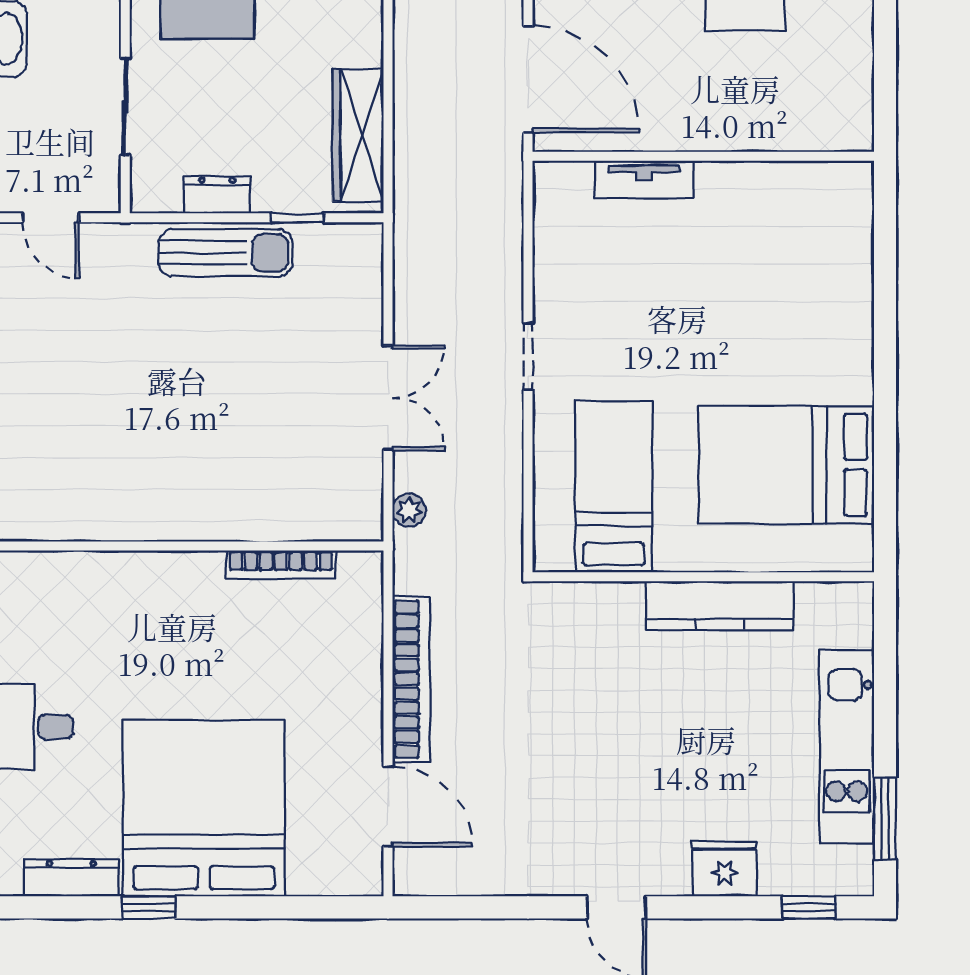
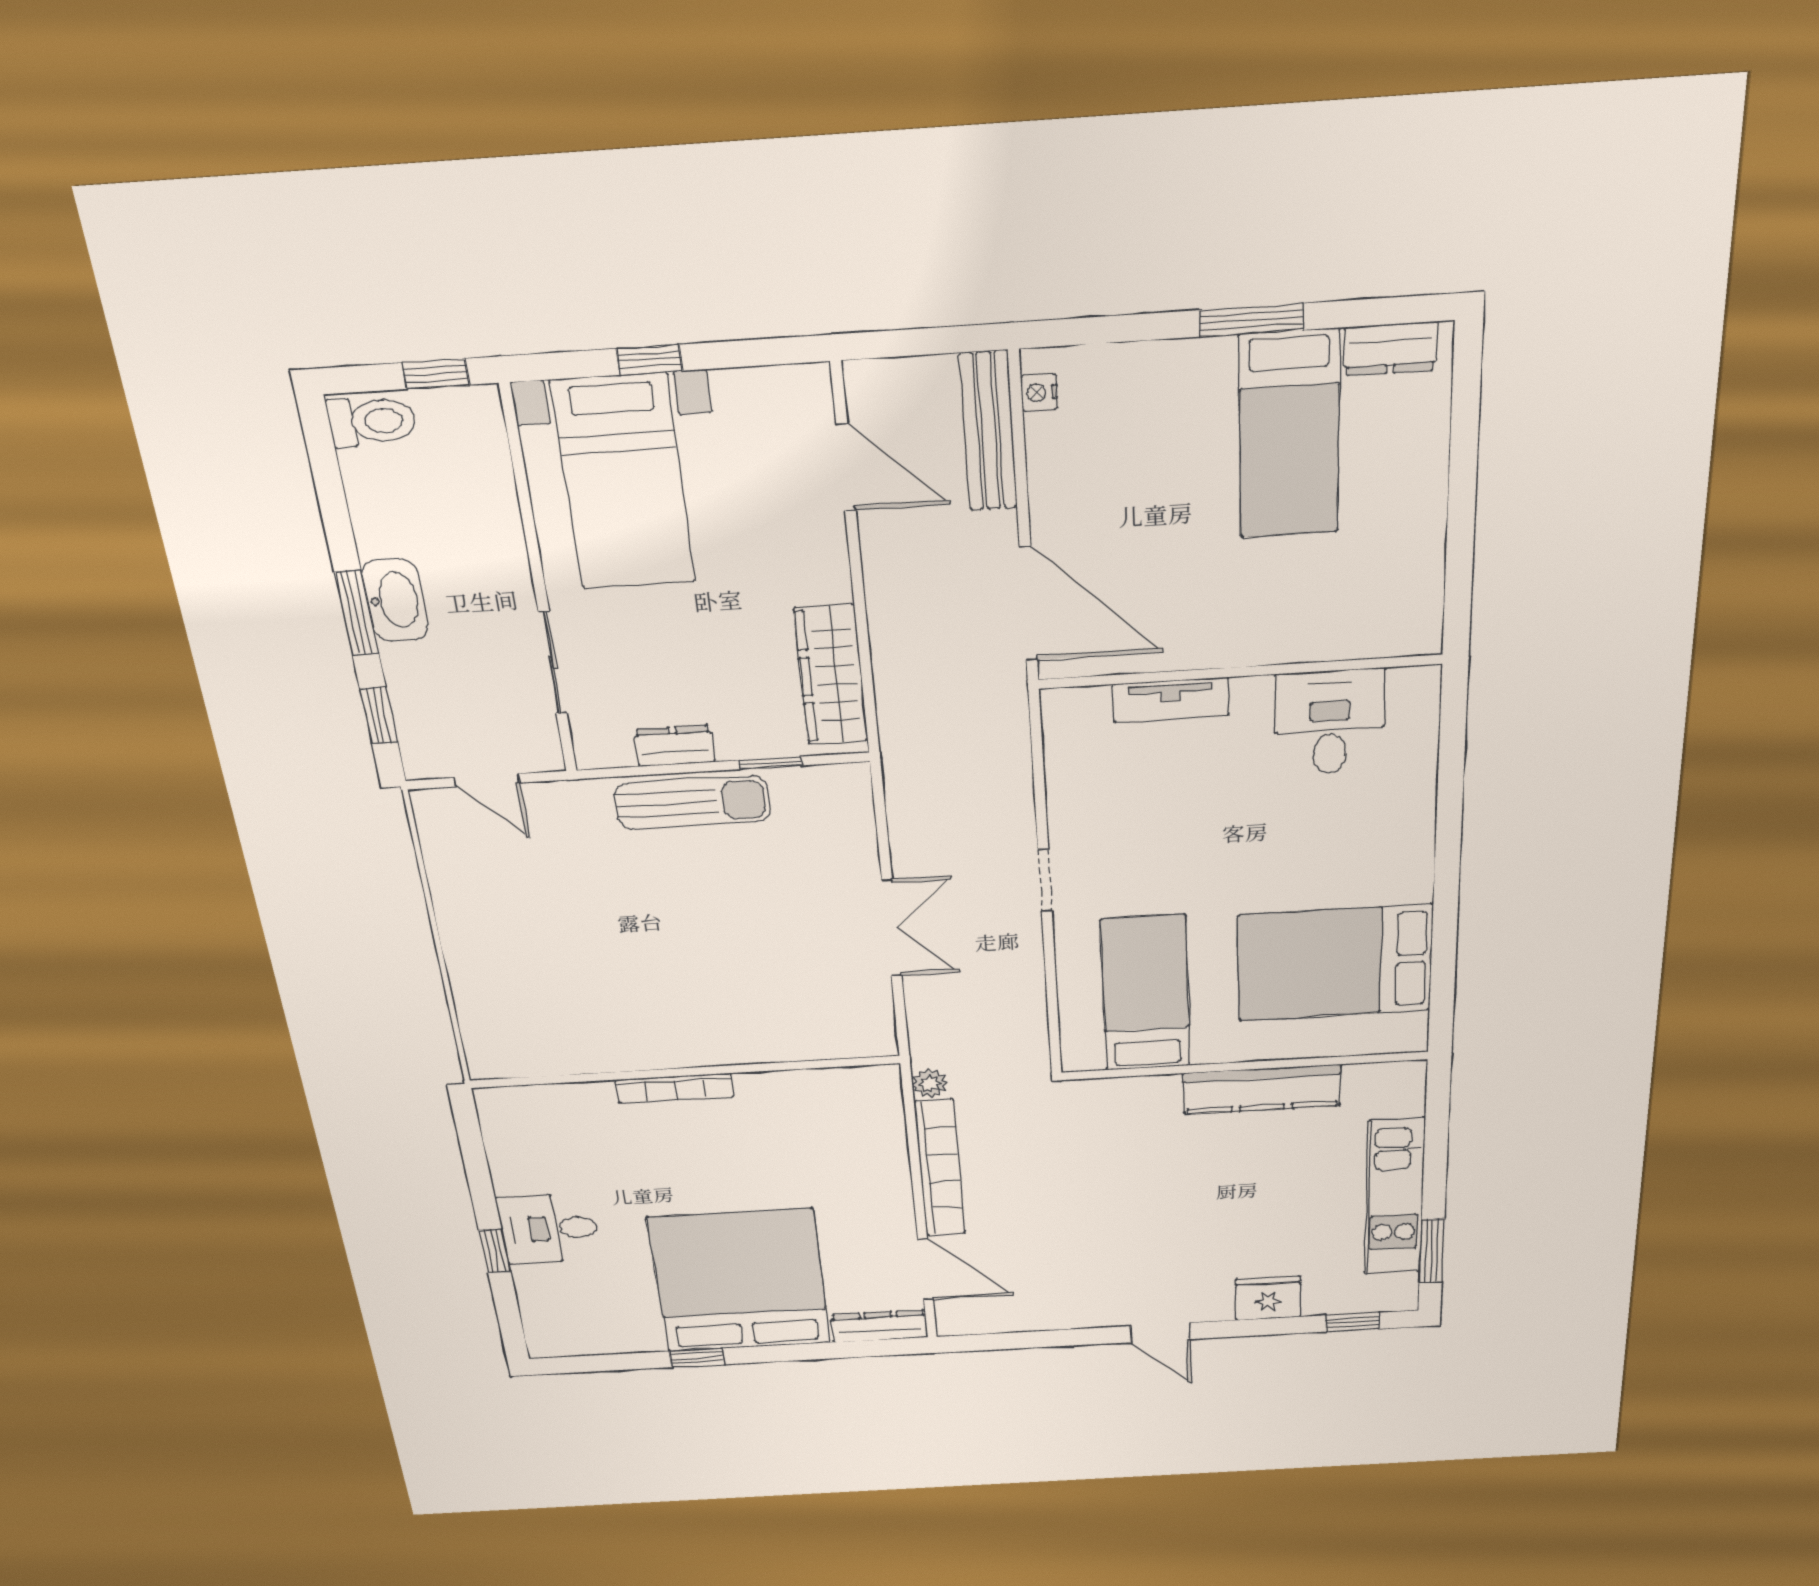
desk: (779, 211) -> (1330, 722), added
plant: (409, 510) -> (930, 1083), moved
bookcase: (281, 564) -> (675, 1088), moved
dresser: (71, 878) -> (879, 1326), moved

